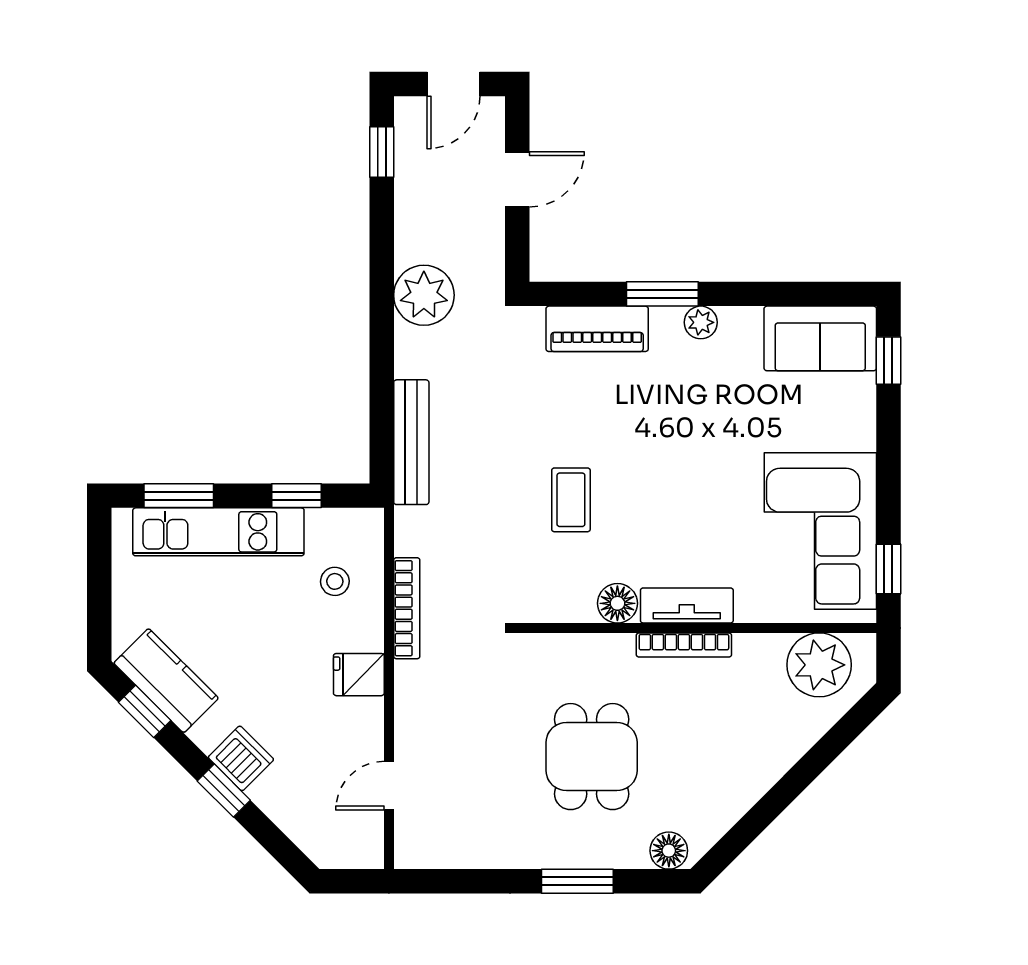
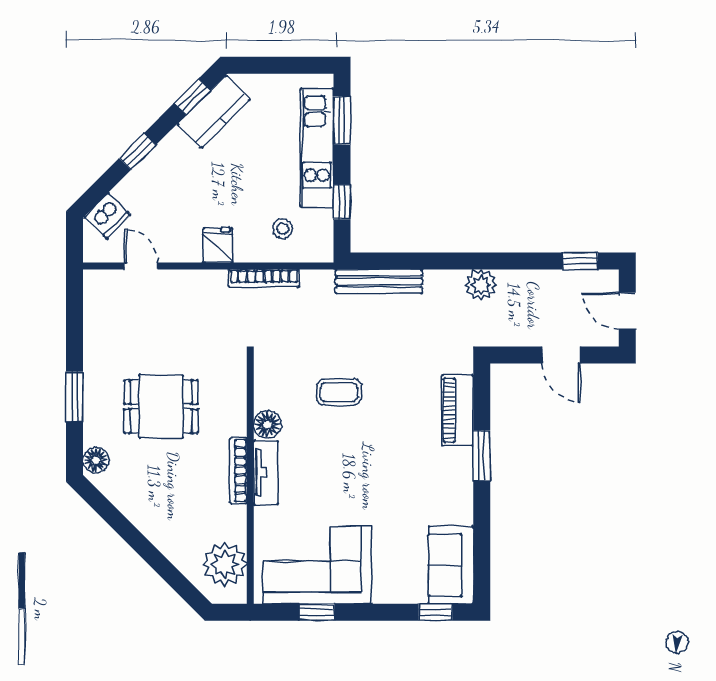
plant: (424, 295) -> (481, 285), width x0.73, depth x0.73
plant: (701, 322) -> (462, 482), removed
window: (888, 569) -> (317, 612), moved
dishwasher: (241, 758) -> (107, 216), moved

